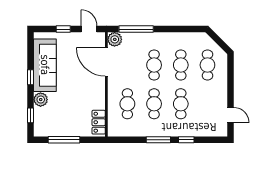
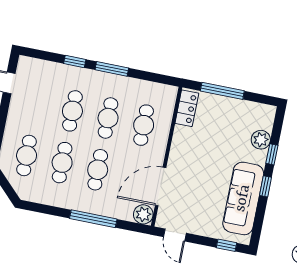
window: (63, 29) -> (226, 245), moved
window: (136, 29) -> (93, 219), moved
door: (106, 62) -> (161, 187), swing flipped
plant: (41, 100) -> (261, 140), moved
window: (31, 115) -> (272, 154), moved
window: (64, 140) -> (222, 91), moved

